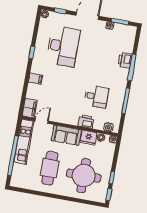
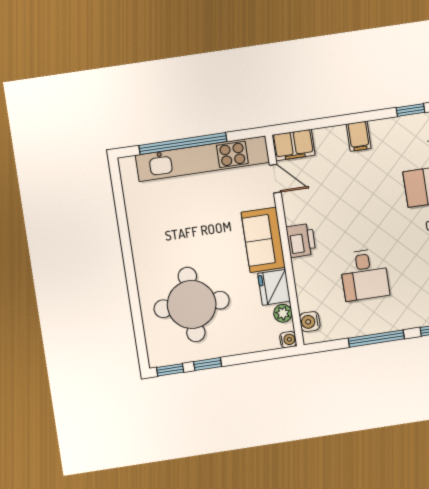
printer: (86, 122) -> (301, 240), moved
kitchen unit: (24, 142) -> (202, 159), width x1.36
cafe table: (50, 168) -> (183, 229), removed

